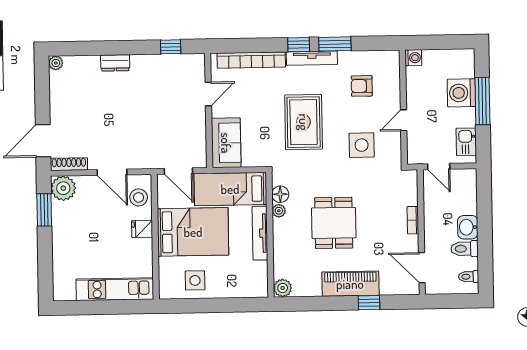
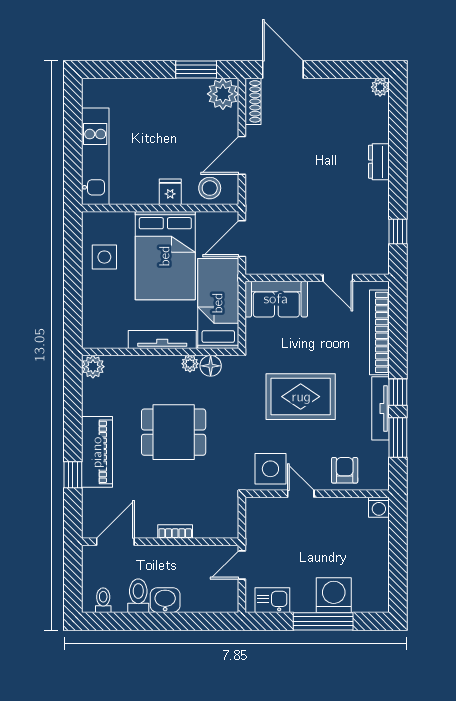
washing machine: (413, 58) -> (379, 507), moved
wall: (403, 107) -> (317, 494), moved
door: (404, 120) -> (301, 494), moved

